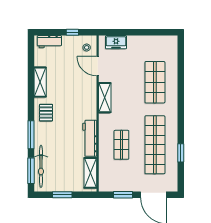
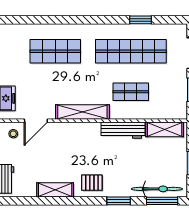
shelving: (105, 98) -> (82, 112), width x1.47
window: (31, 135) -> (119, 201), width x0.69

